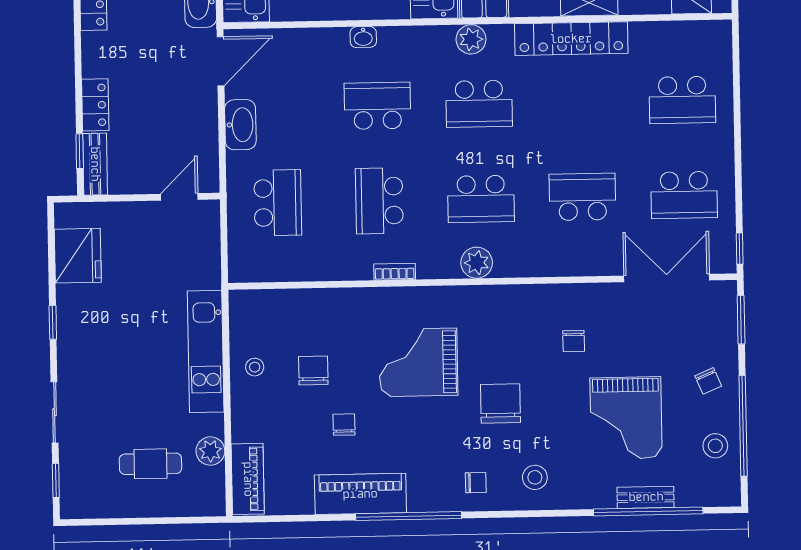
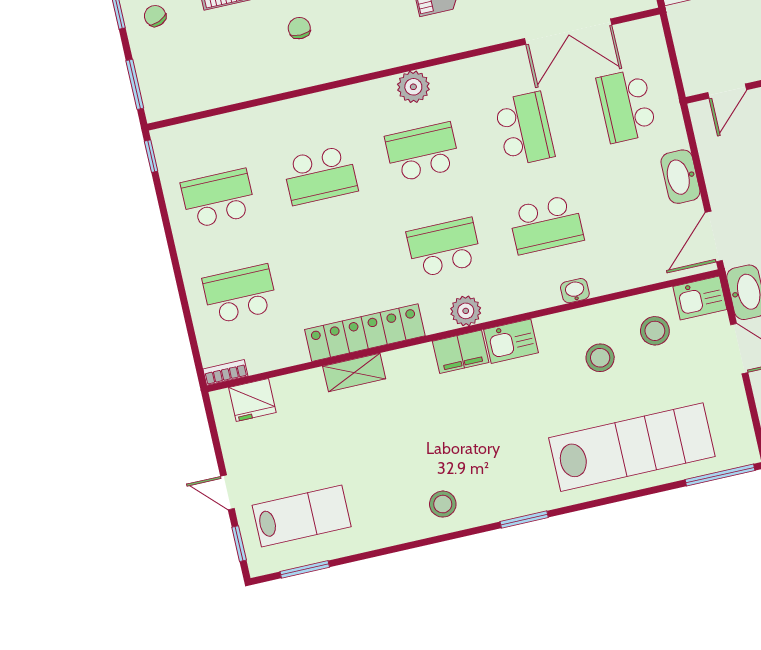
bookcase: (395, 272) -> (225, 372), moved, turned 180
double door: (667, 278) -> (568, 32), moved

